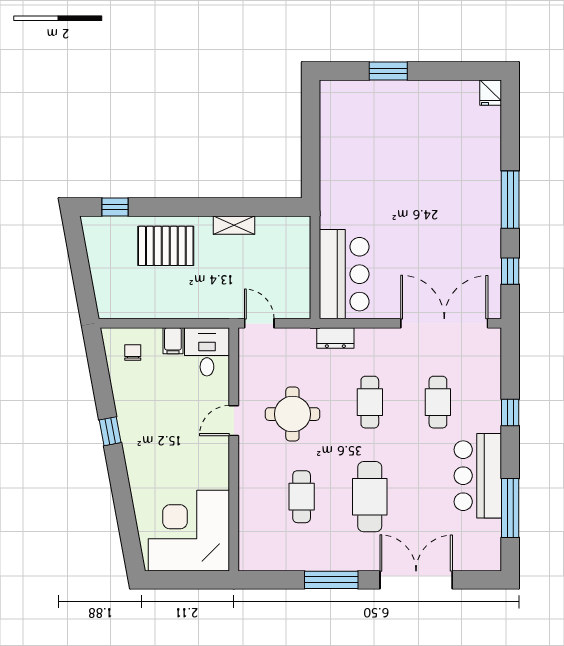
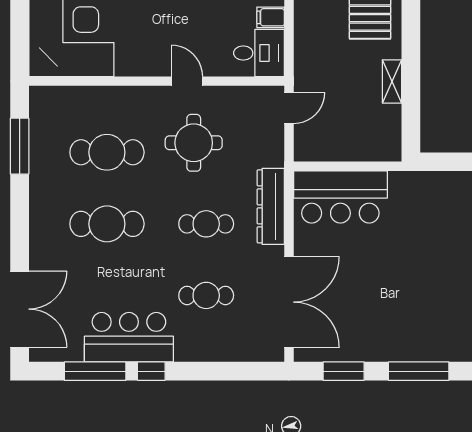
window: (510, 271) -> (344, 371), width x1.50
dresser: (335, 338) -> (271, 206), width x1.96, depth x1.24
window: (510, 413) -> (151, 371), moved
cafe table: (302, 497) -> (107, 152), width x1.37, depth x1.35
window: (331, 580) -> (20, 146), moved
double door: (416, 580) -> (20, 309), moved

